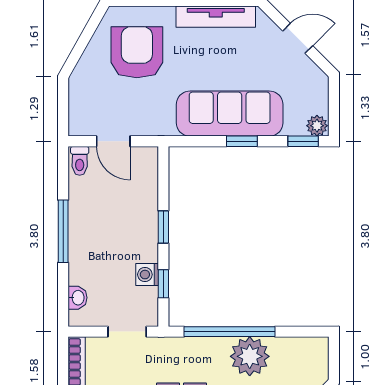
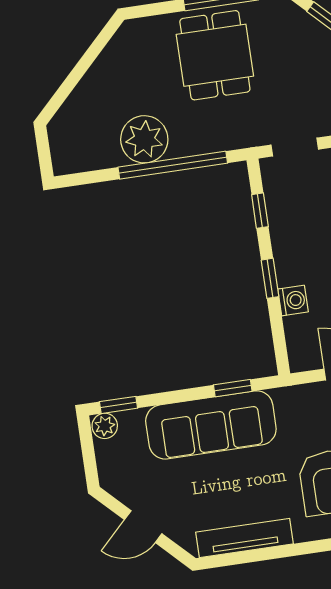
window: (242, 141) -> (233, 388), moved
washing machine: (147, 275) -> (293, 300), moved

